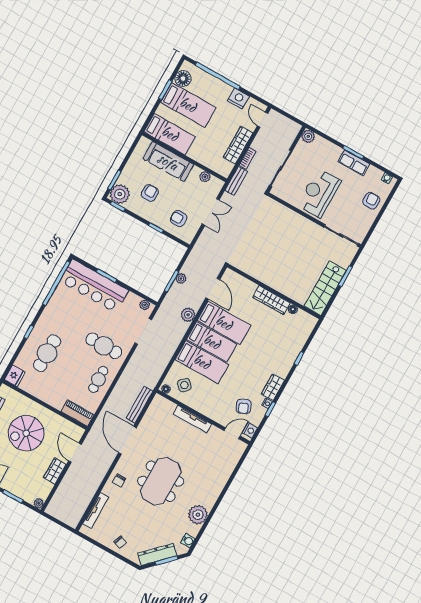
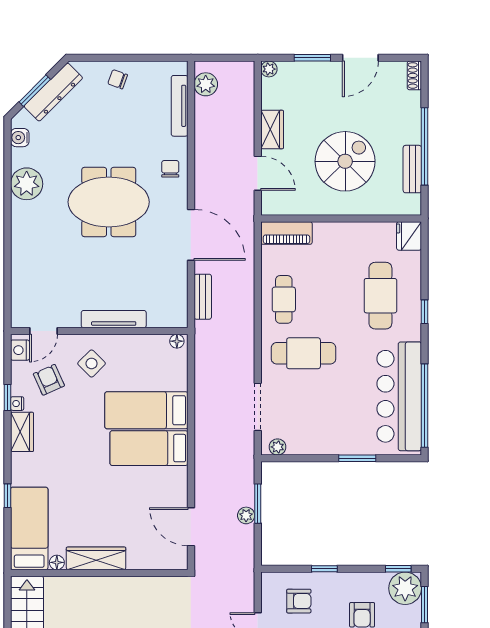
bar counter: (94, 286) -> (399, 396), moved, turned -90
plant: (188, 315) -> (206, 84), moved
bed: (224, 323) -> (29, 528), moved, turned 90
side table: (184, 385) -> (92, 363), moved
bench: (140, 405) -> (203, 297), width x0.73
meeting table: (161, 481) -> (109, 202), turned 90

